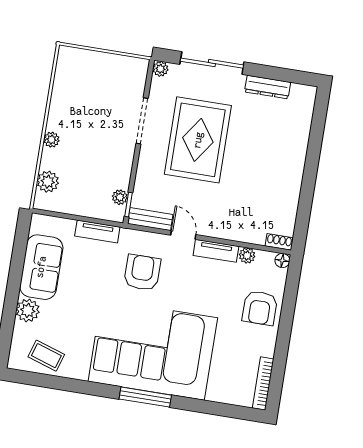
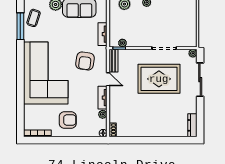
dresser: (268, 87) -> (192, 125), moved
door: (183, 235) -> (108, 79), hinge flipped
armchair: (142, 272) -> (85, 61), turned 98
armchair: (260, 308) -> (68, 120), moved, turned 180
window: (145, 397) -> (20, 26), moved

